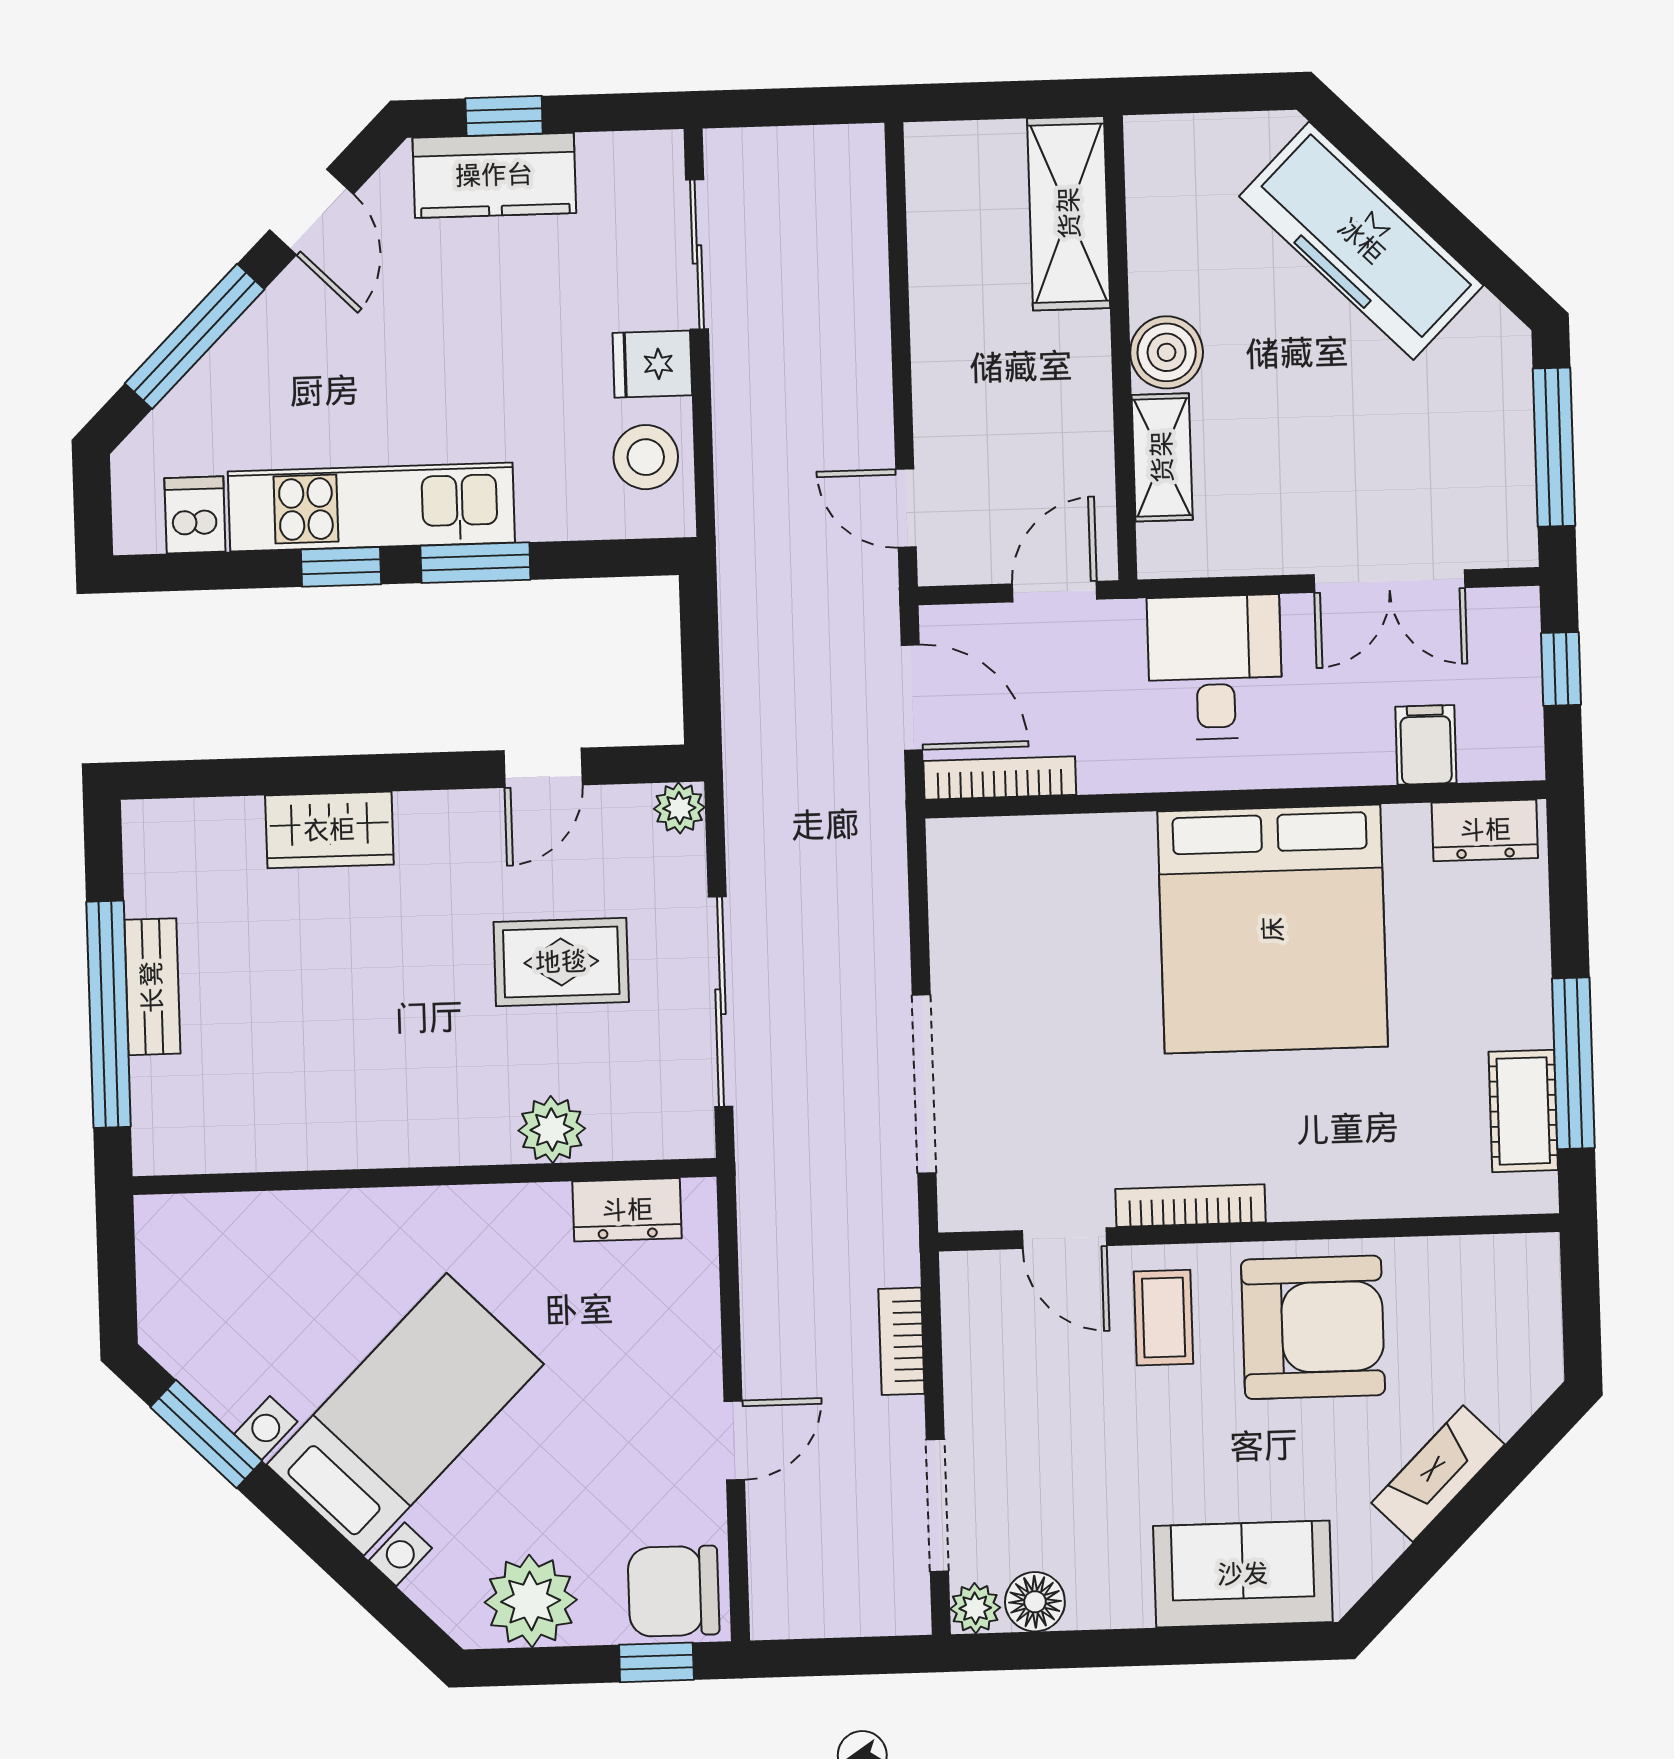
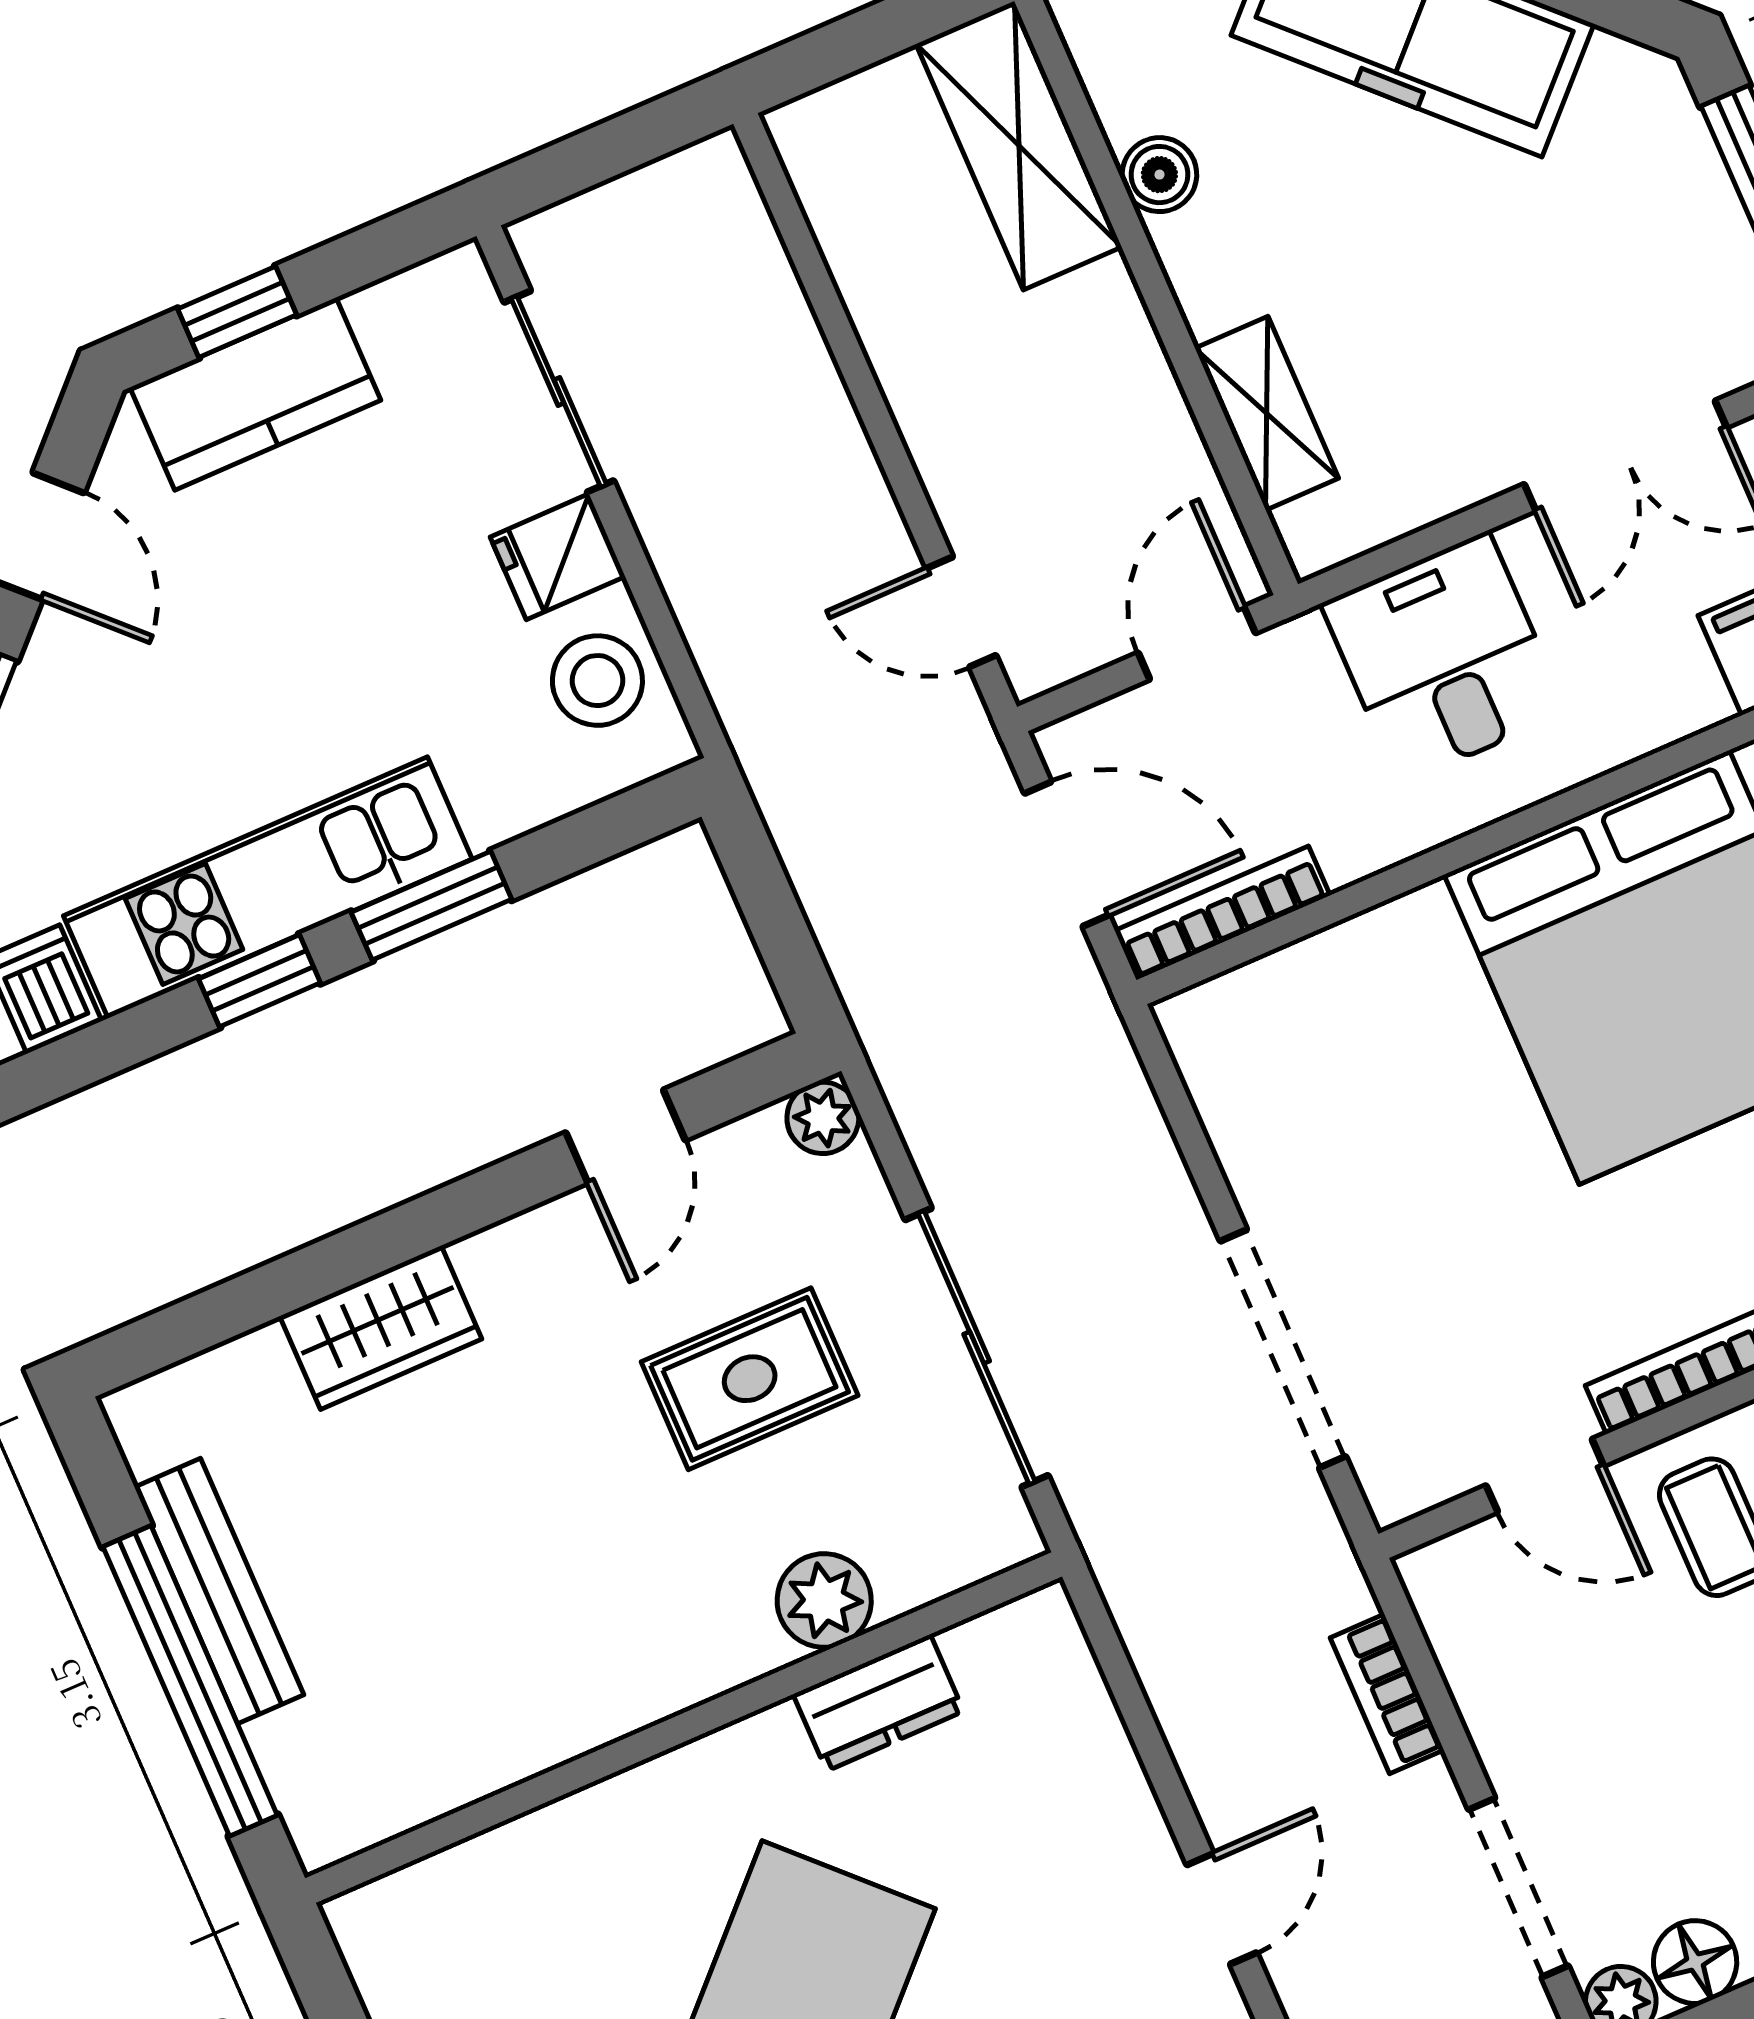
boiler: (1167, 352) -> (1159, 175), moved, width x0.73, depth x0.73
bench: (152, 987) -> (219, 1591), width x1.36
dresser: (627, 1210) -> (878, 1703), moved

